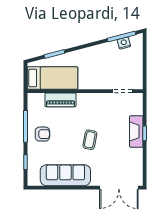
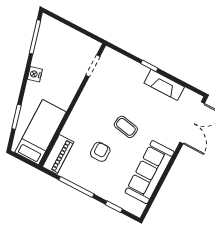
nightstand: (124, 43) -> (35, 74), moved
piano: (61, 100) -> (58, 154), moved
fireplace: (136, 132) -> (164, 85), moved
armchair: (42, 134) -> (100, 152), moved

